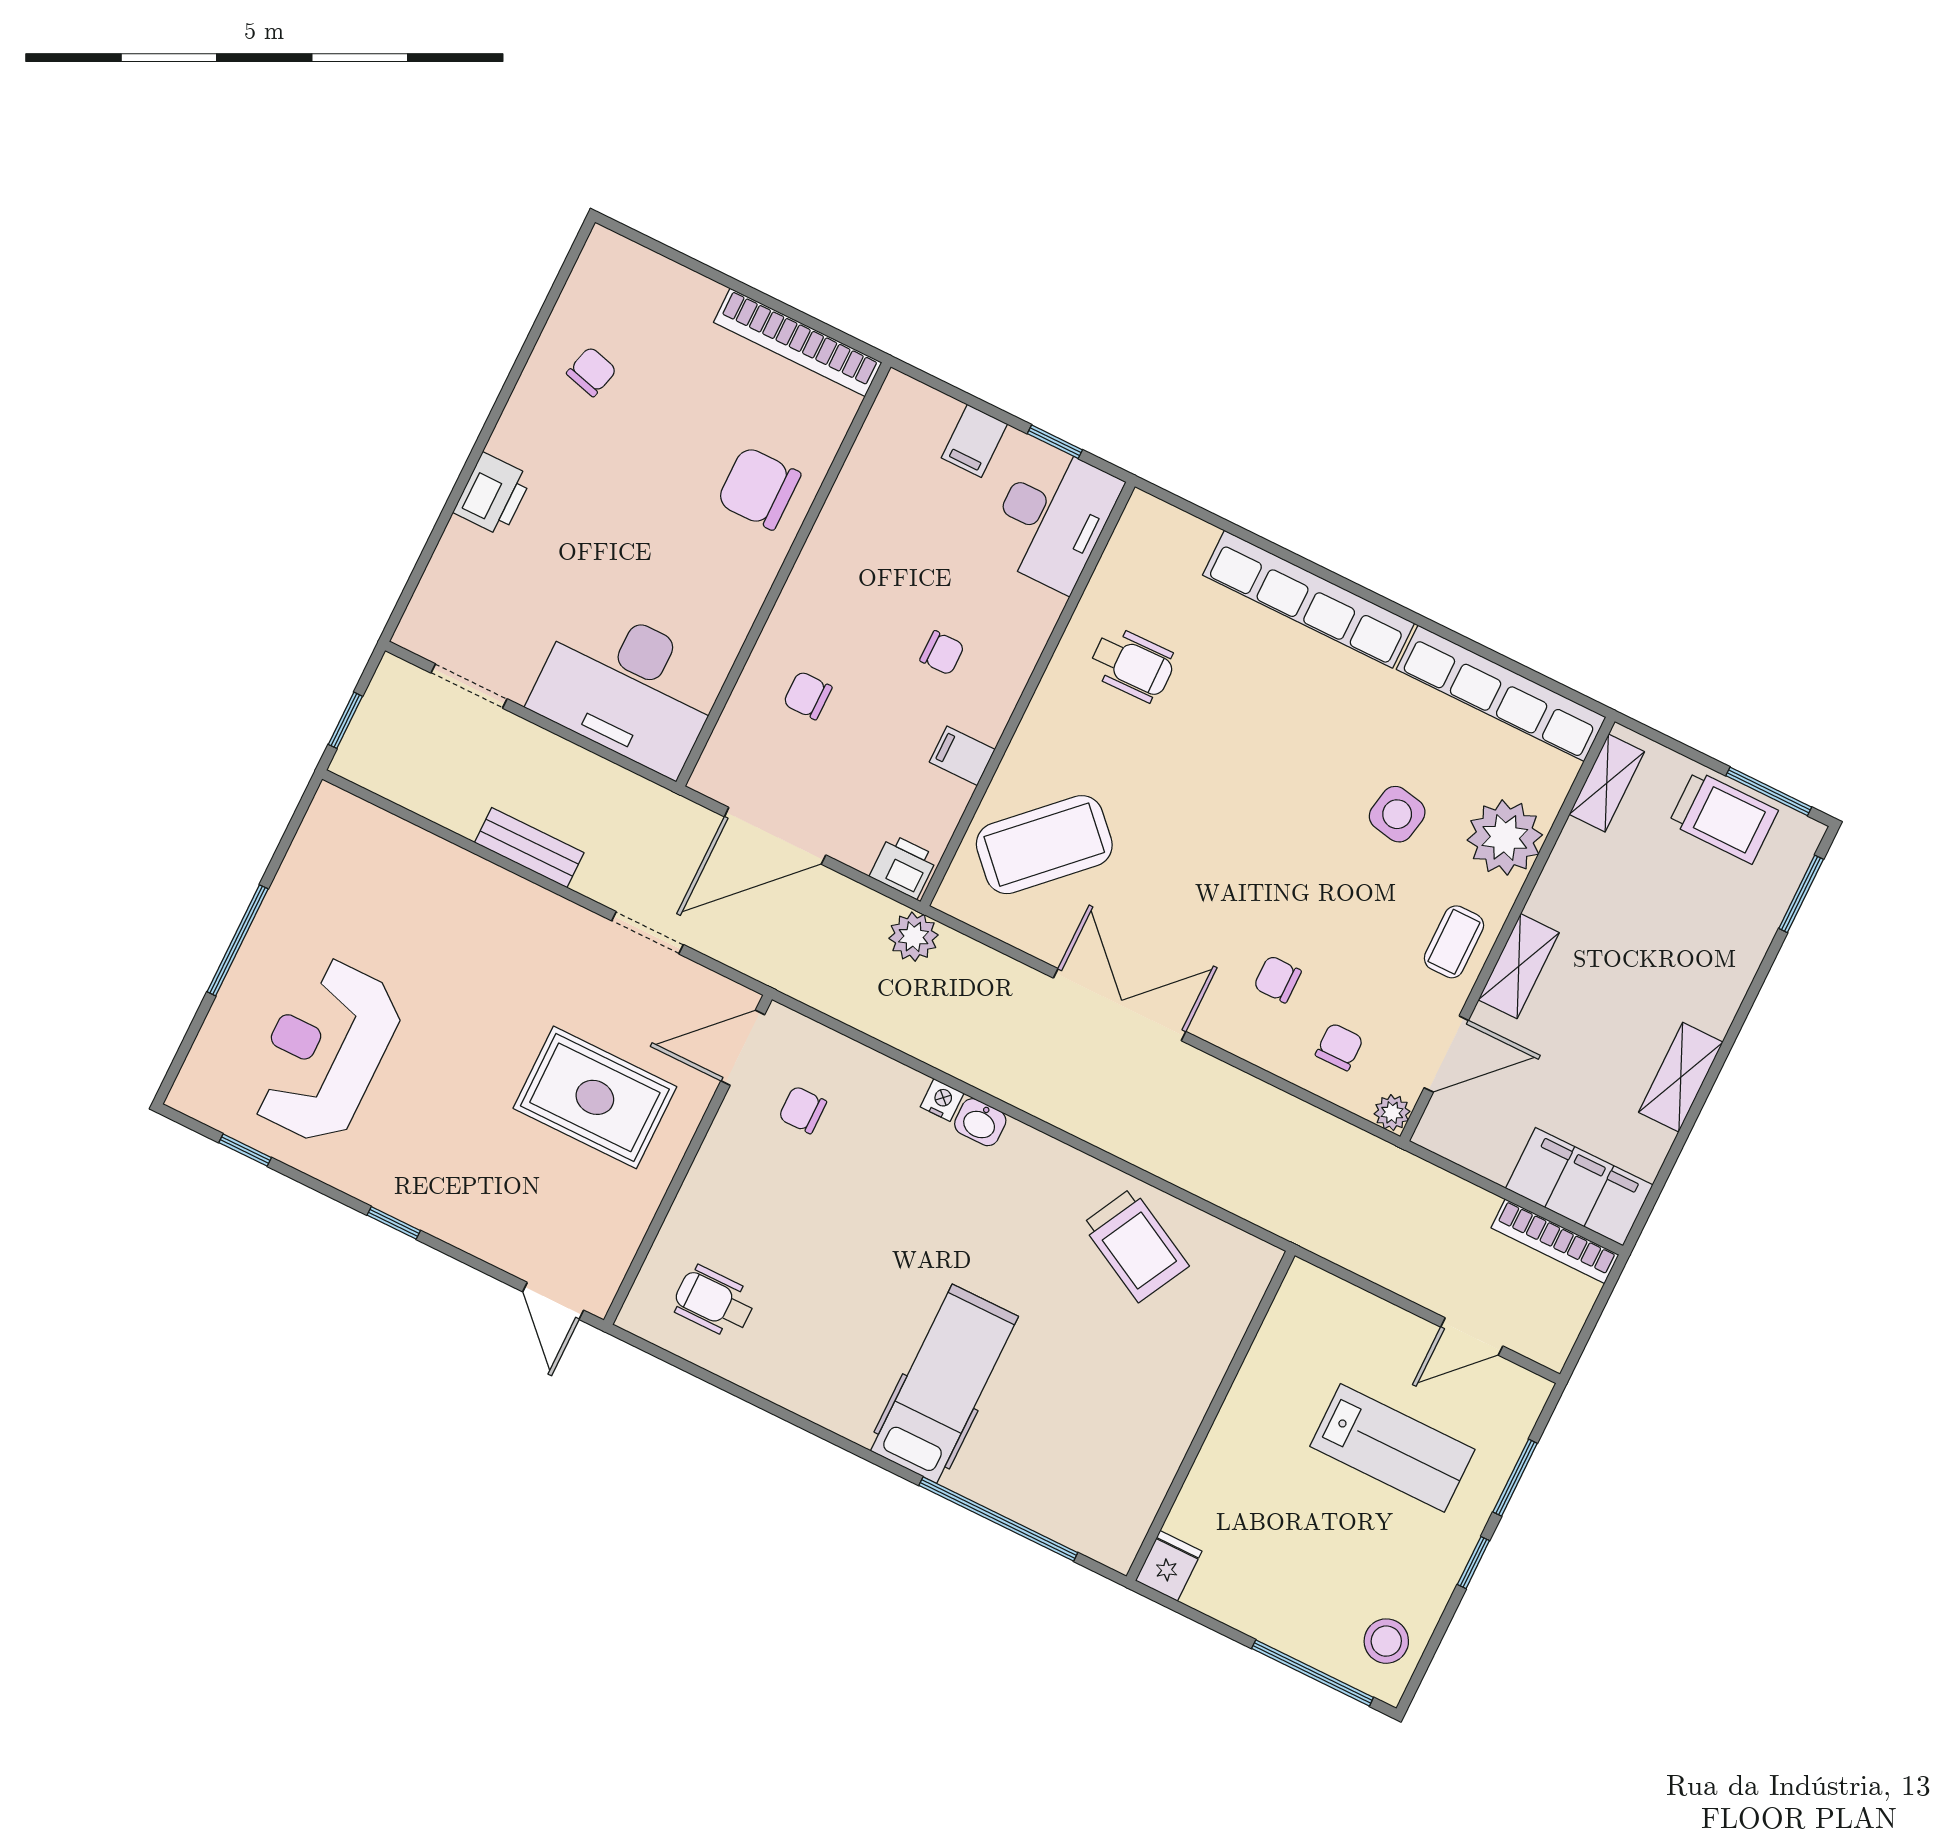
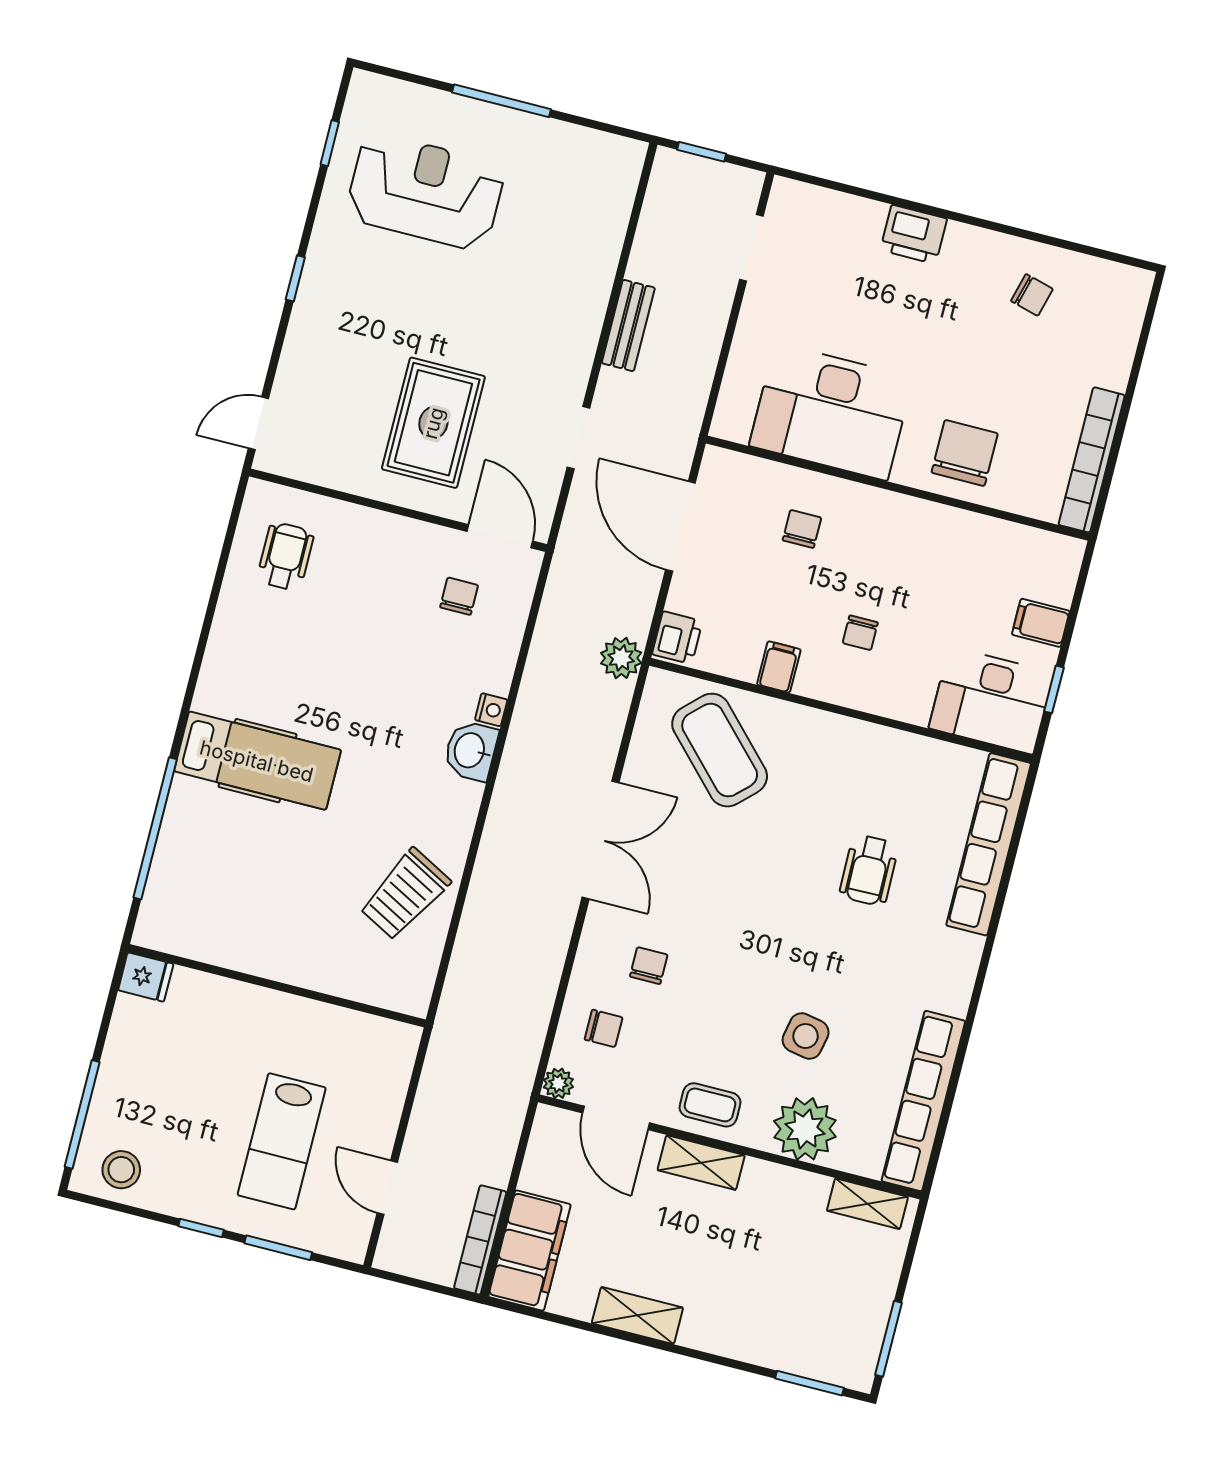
row of seats: (1308, 599) -> (989, 844), moved
wheelchair: (1132, 664) -> (869, 870), moved
desk: (628, 688) -> (831, 412), moved, turned -90
trolley: (1723, 817) -> (860, 1306), removed
washbasin: (980, 1122) -> (471, 751), width x1.38, depth x1.45

